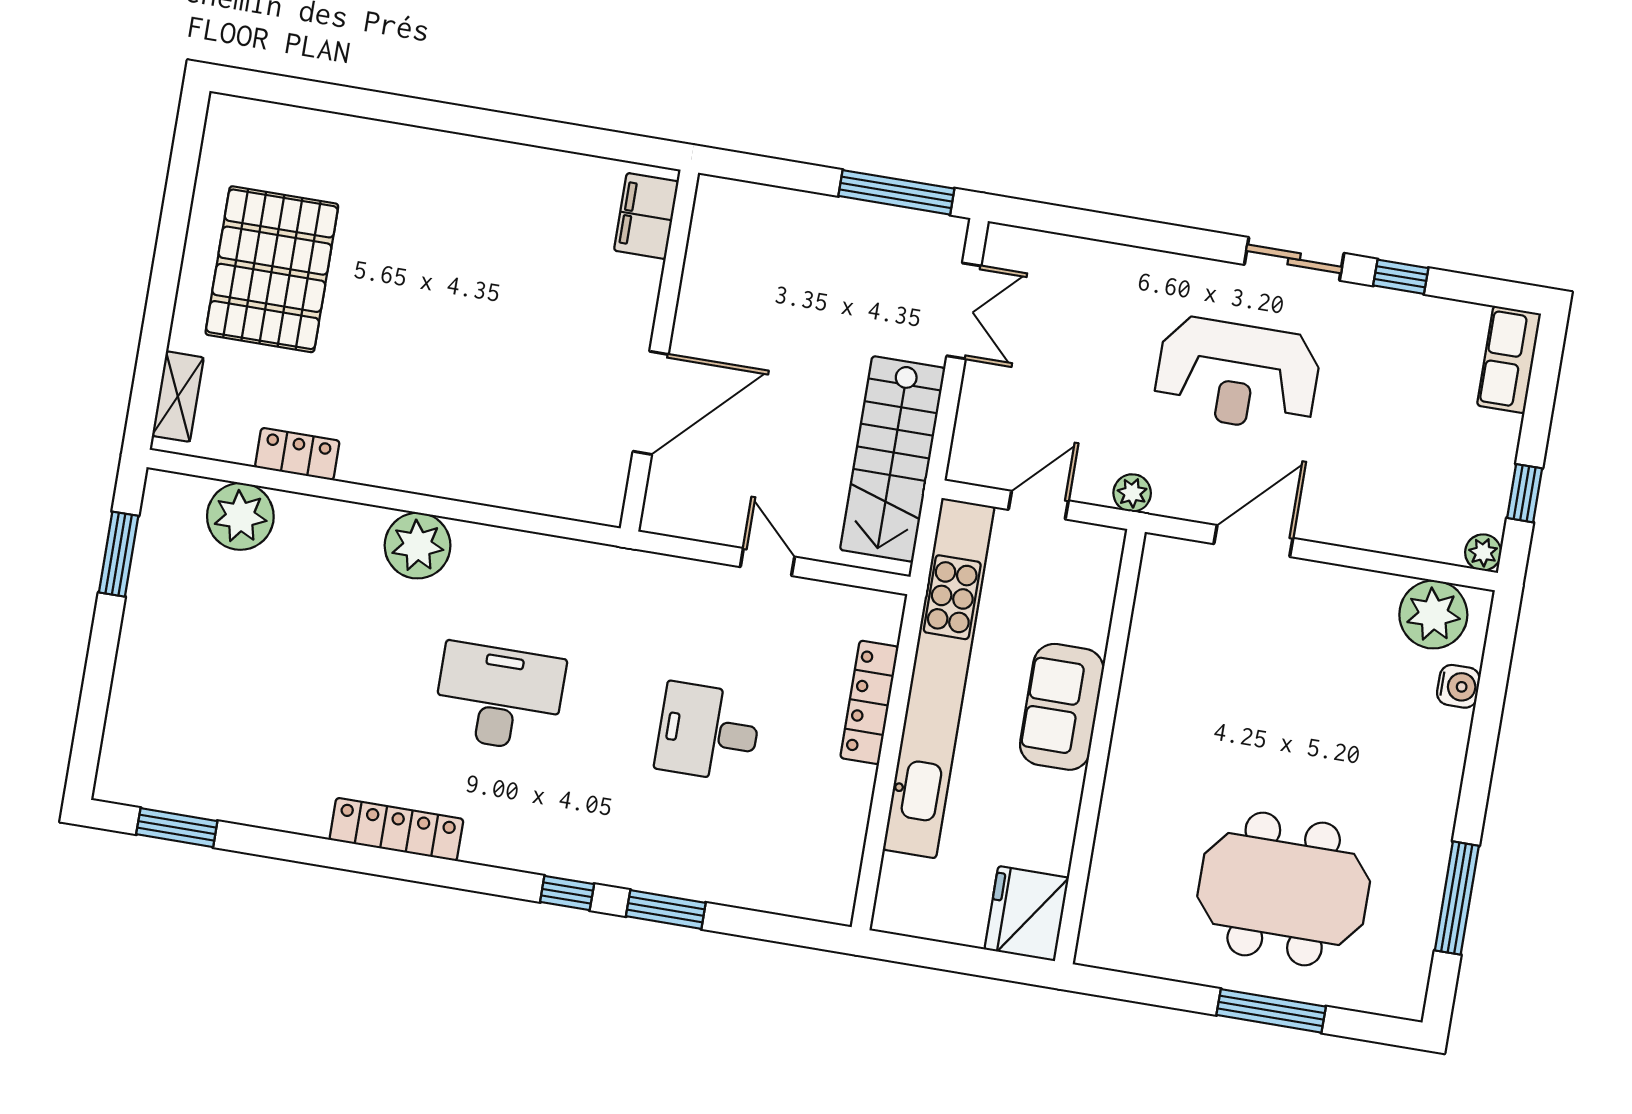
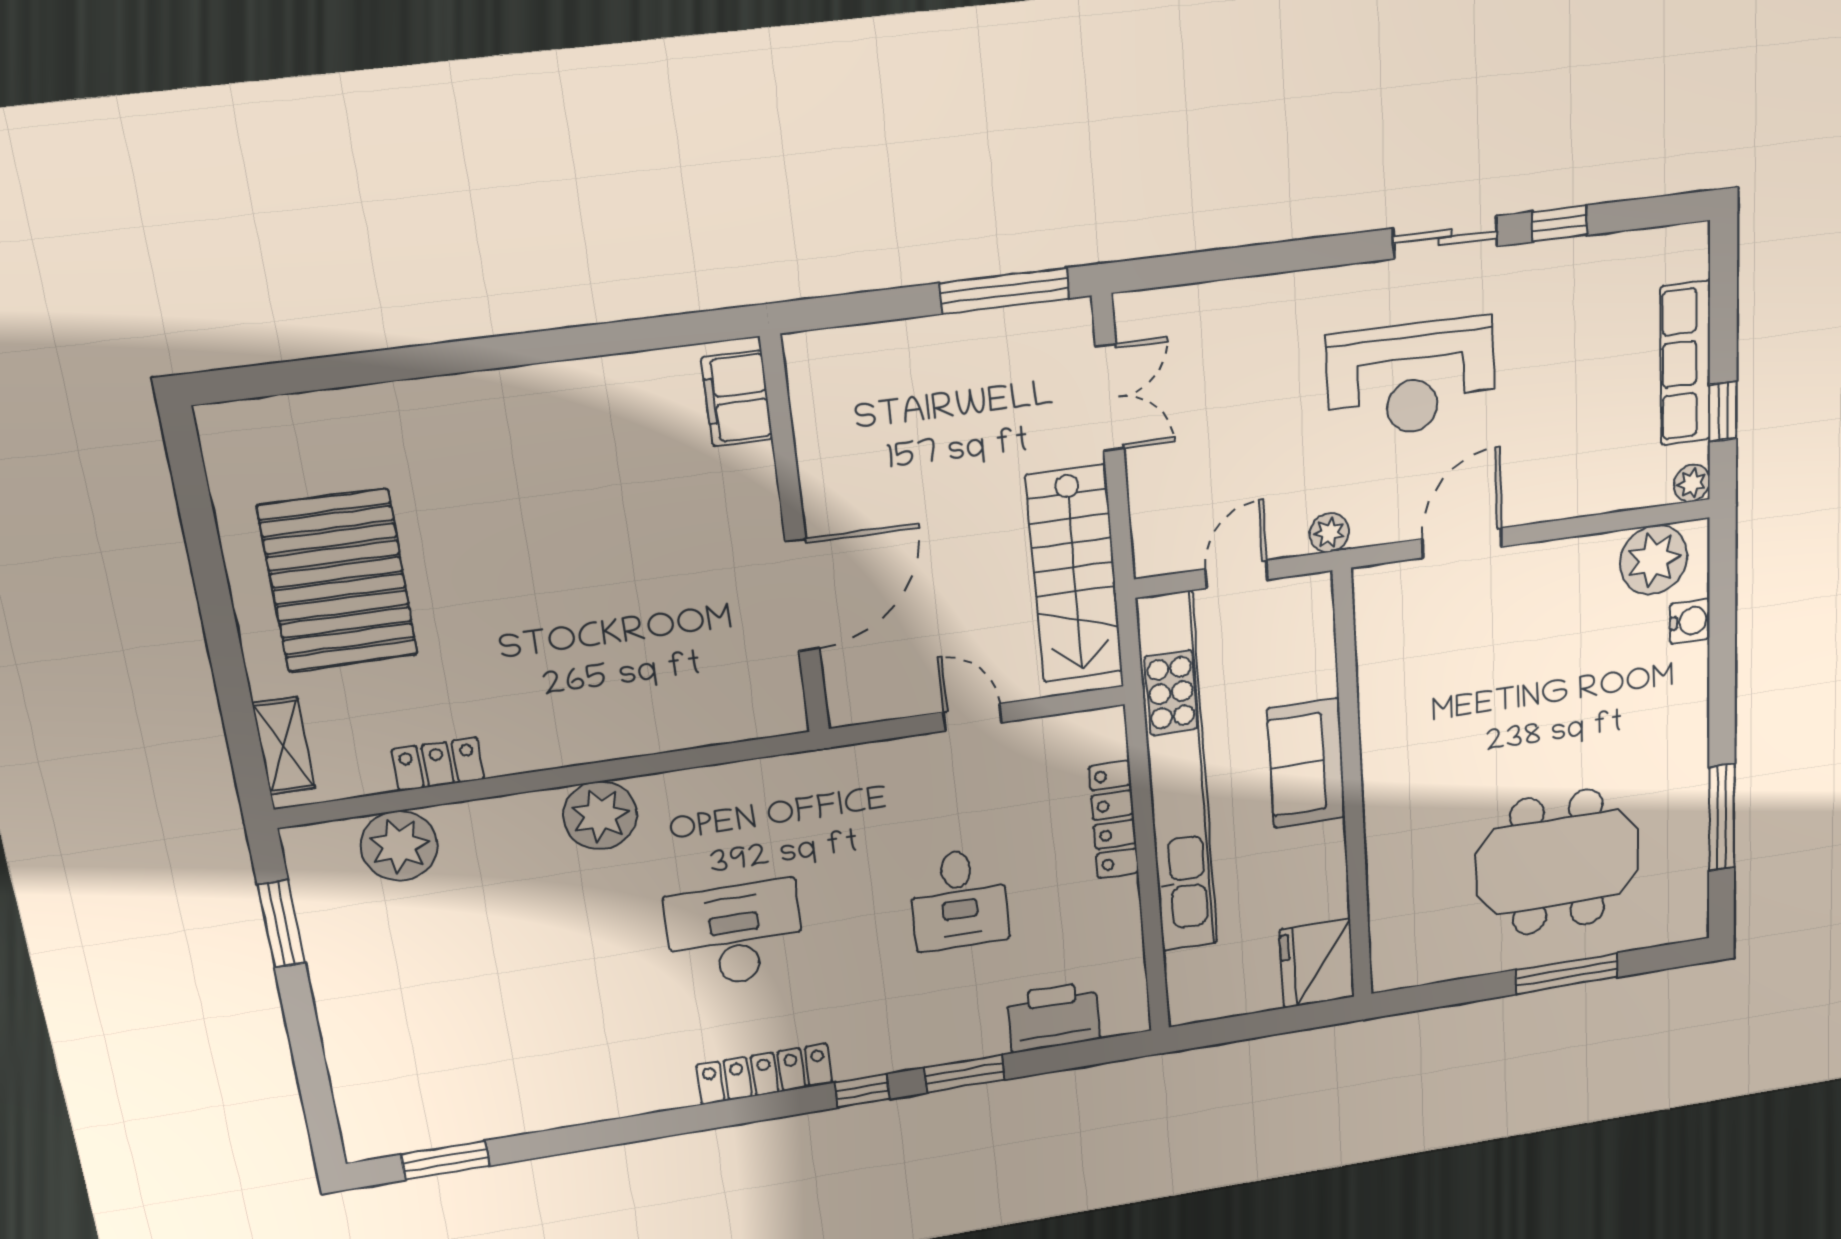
row of seats: (1509, 360) -> (1685, 363), moved, width x1.48
desk: (708, 732) -> (959, 899), turned -90
locker: (396, 829) -> (765, 1074), moved
printer: (764, 881) -> (1054, 1017), added

